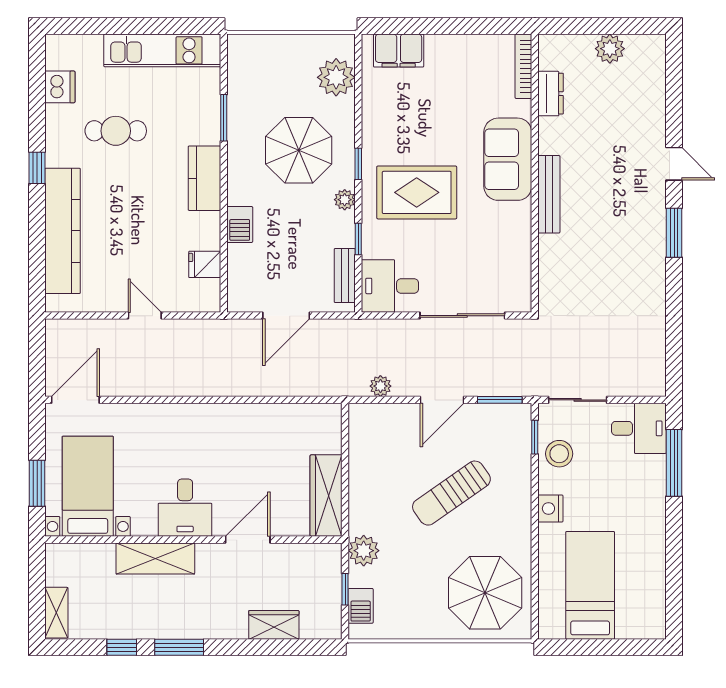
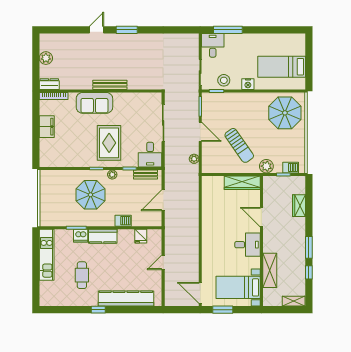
filing cabinet: (399, 51) -> (47, 127), moved
plant: (336, 77) -> (58, 178), removed
dishwasher: (60, 87) -> (81, 236), moved, turned 180
dresser: (551, 94) -> (49, 84), moved
door: (286, 316) -> (163, 200), swing flipped
window: (37, 483) -> (223, 310), moved
sun lounger: (451, 493) -> (239, 145), moved
shelving: (155, 558) -> (270, 270), moved

